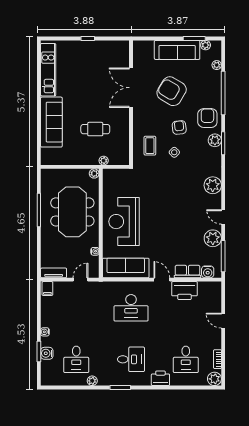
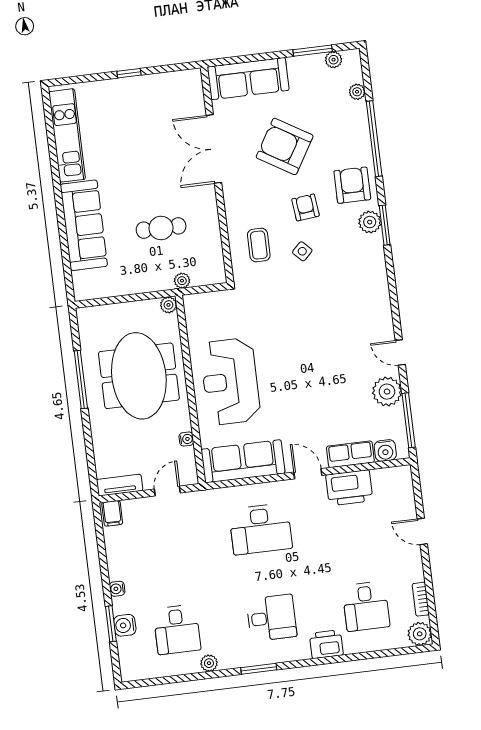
sofa: (177, 50) -> (248, 79), moved
plant: (213, 185) -> (376, 300), removed

